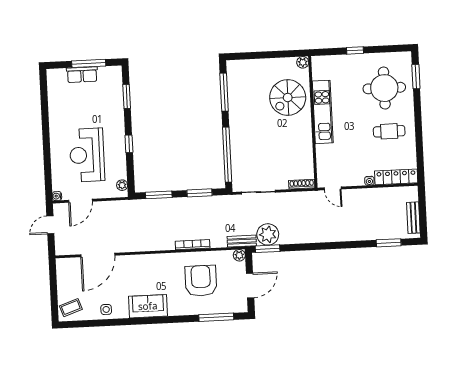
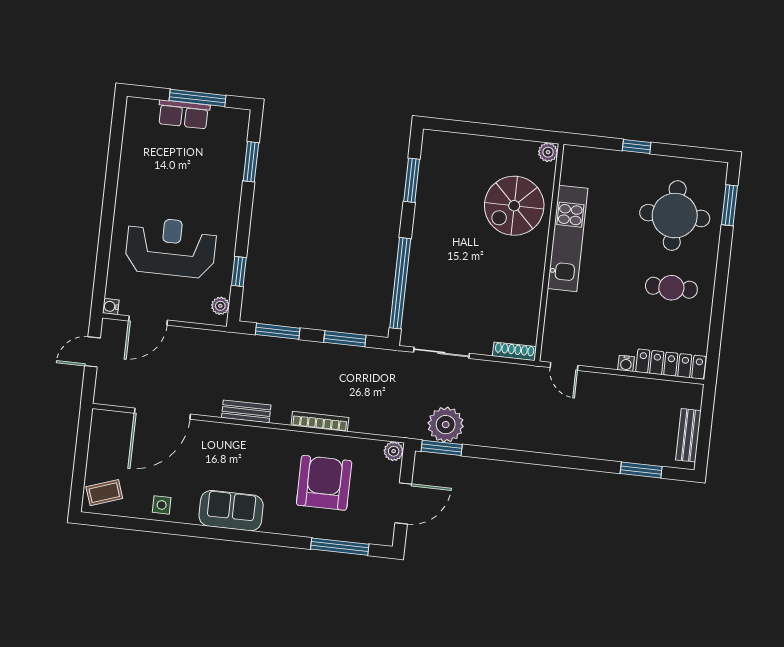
window: (224, 92) -> (412, 180), width x0.69
window: (129, 144) -> (239, 272), moved
reception desk: (87, 155) -> (171, 247), turned 90
bench: (242, 241) -> (246, 411), moved

